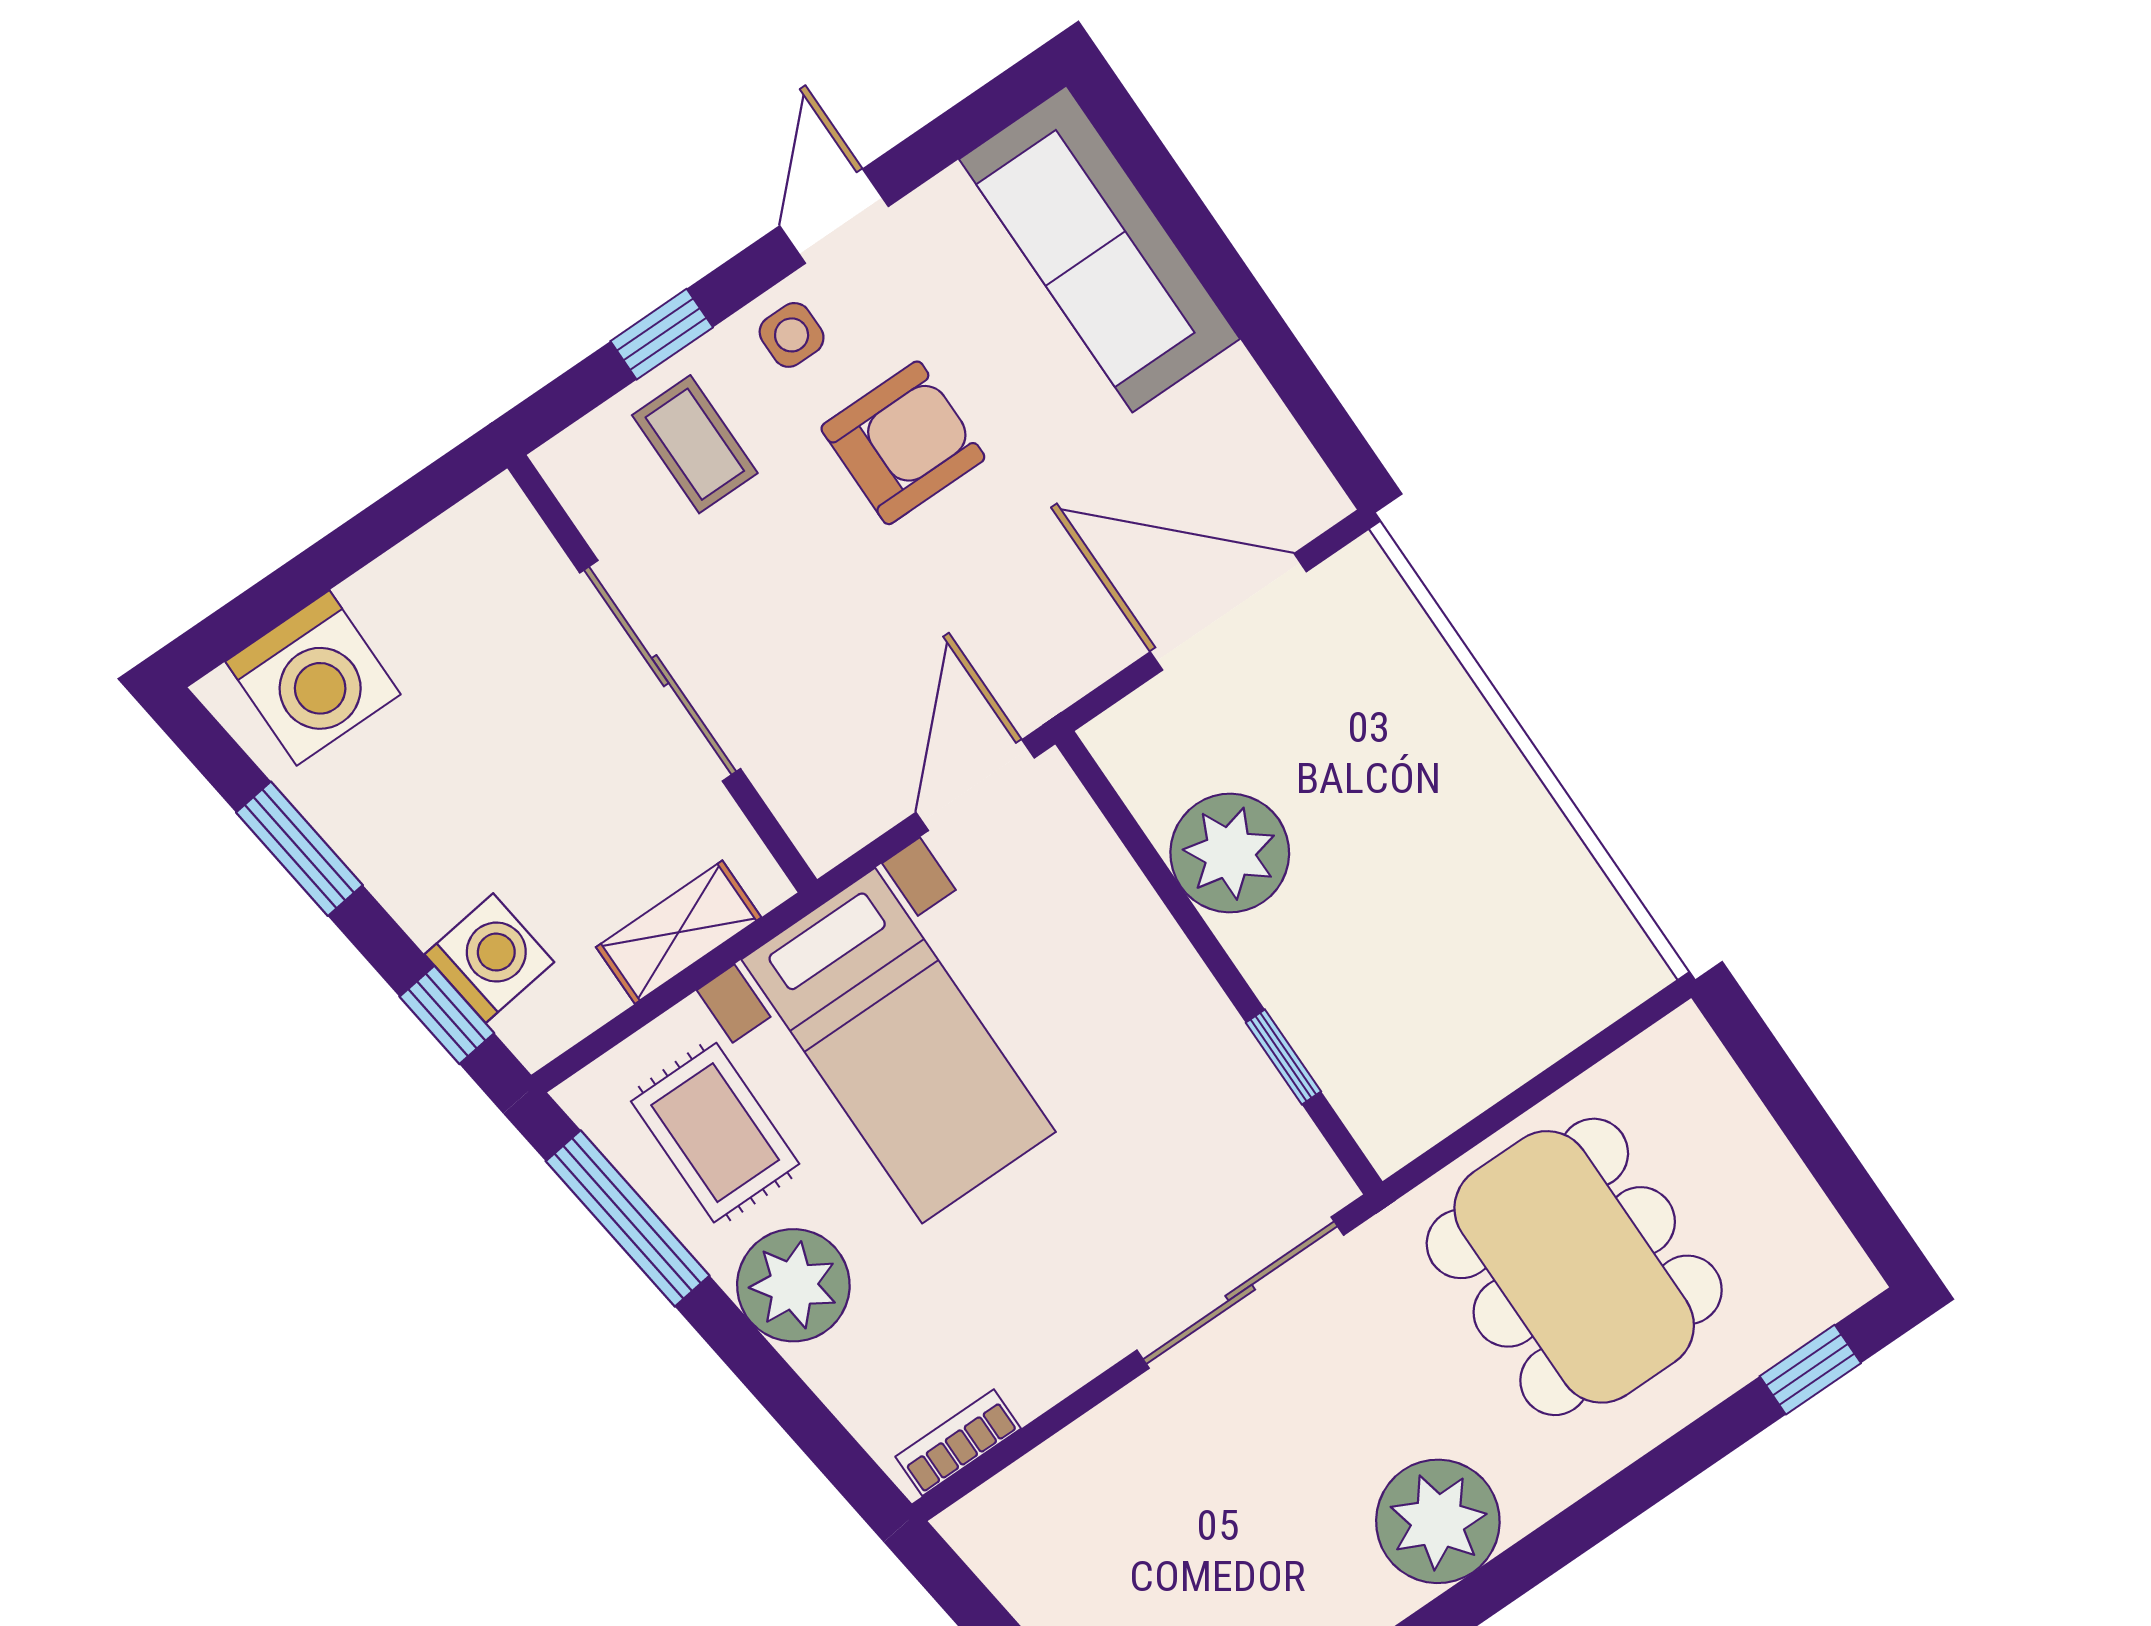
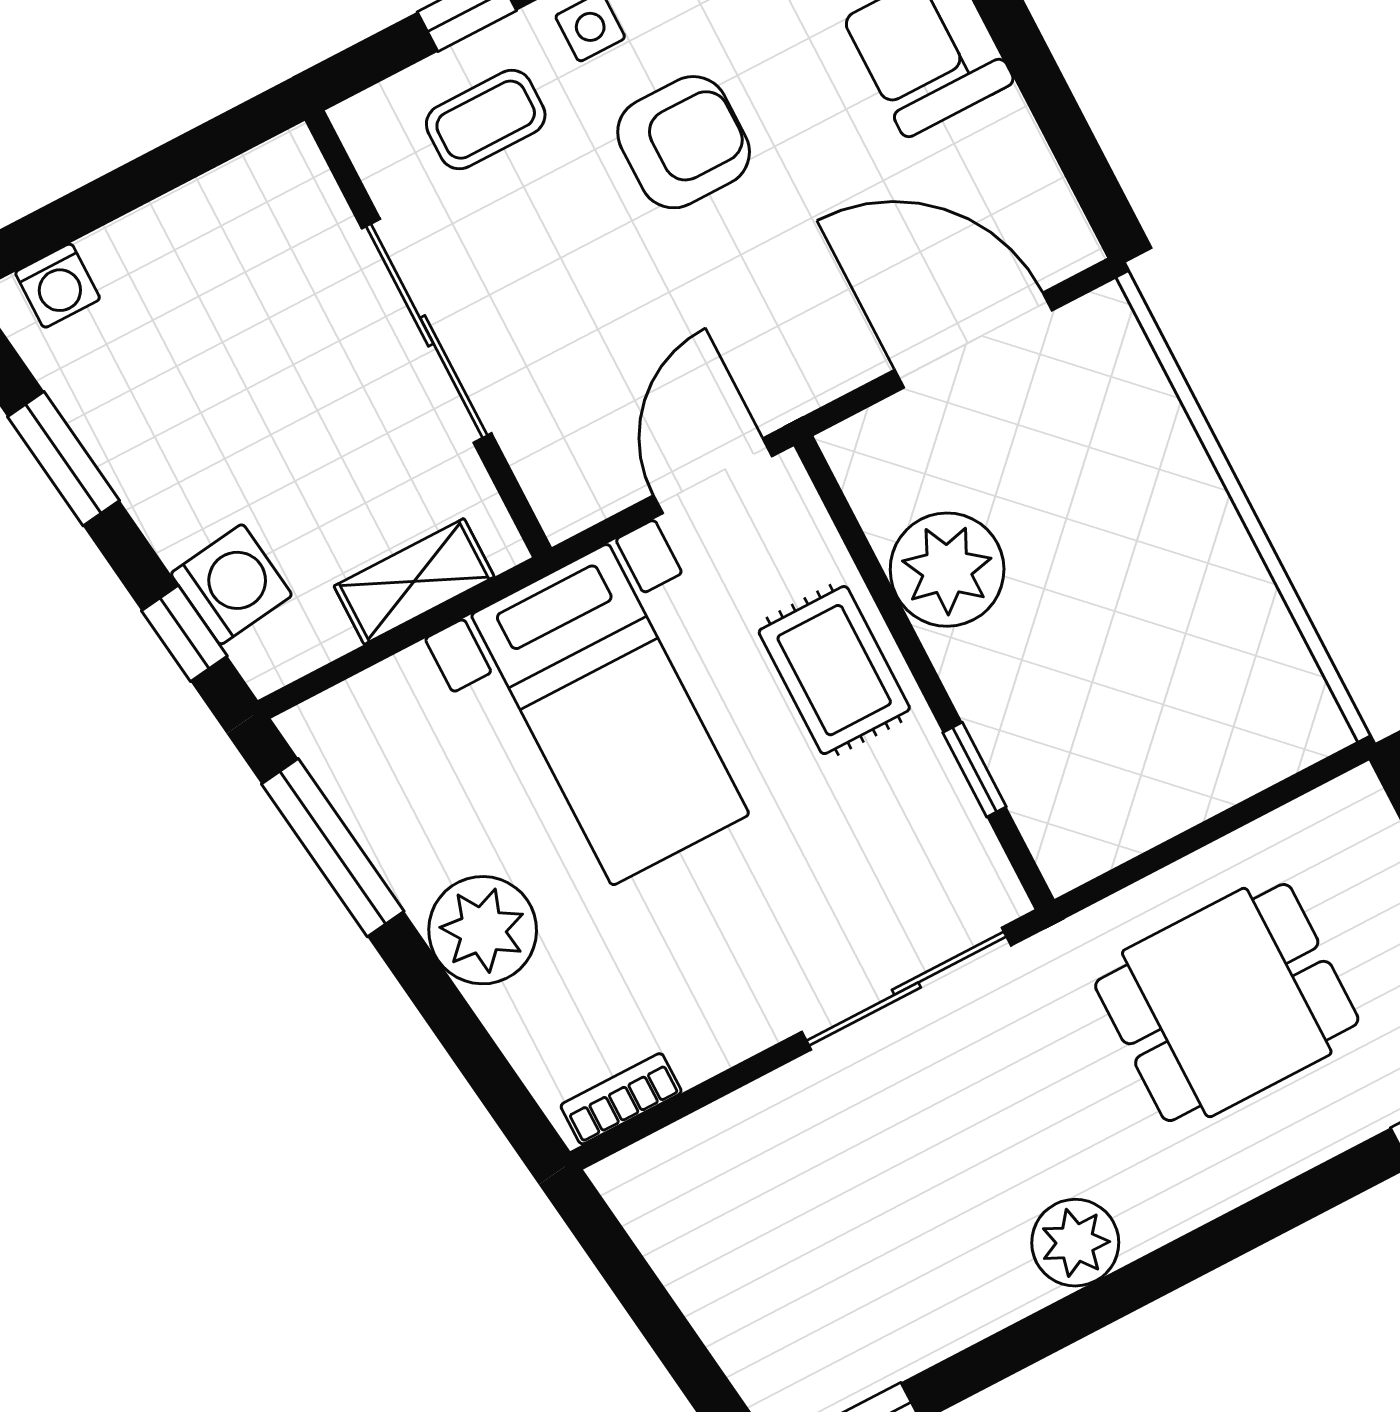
coffee table: (695, 444) -> (486, 120), turned 90
washing machine: (313, 678) -> (58, 286), width x0.53, depth x0.53
rug: (715, 1133) -> (834, 670), moved
dining table: (1574, 1267) -> (1227, 1003), width x0.73
plant: (1438, 1521) -> (1075, 1243), width x0.73, depth x0.73

